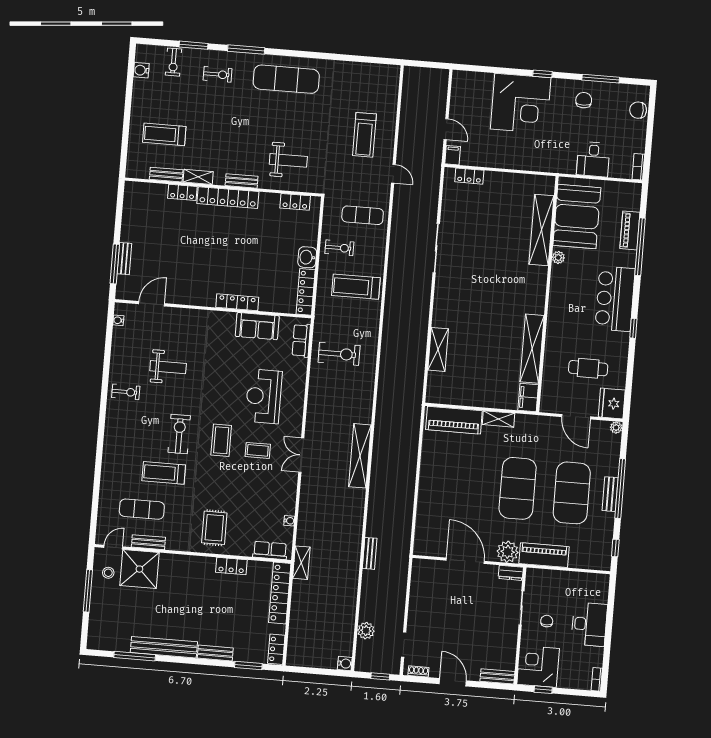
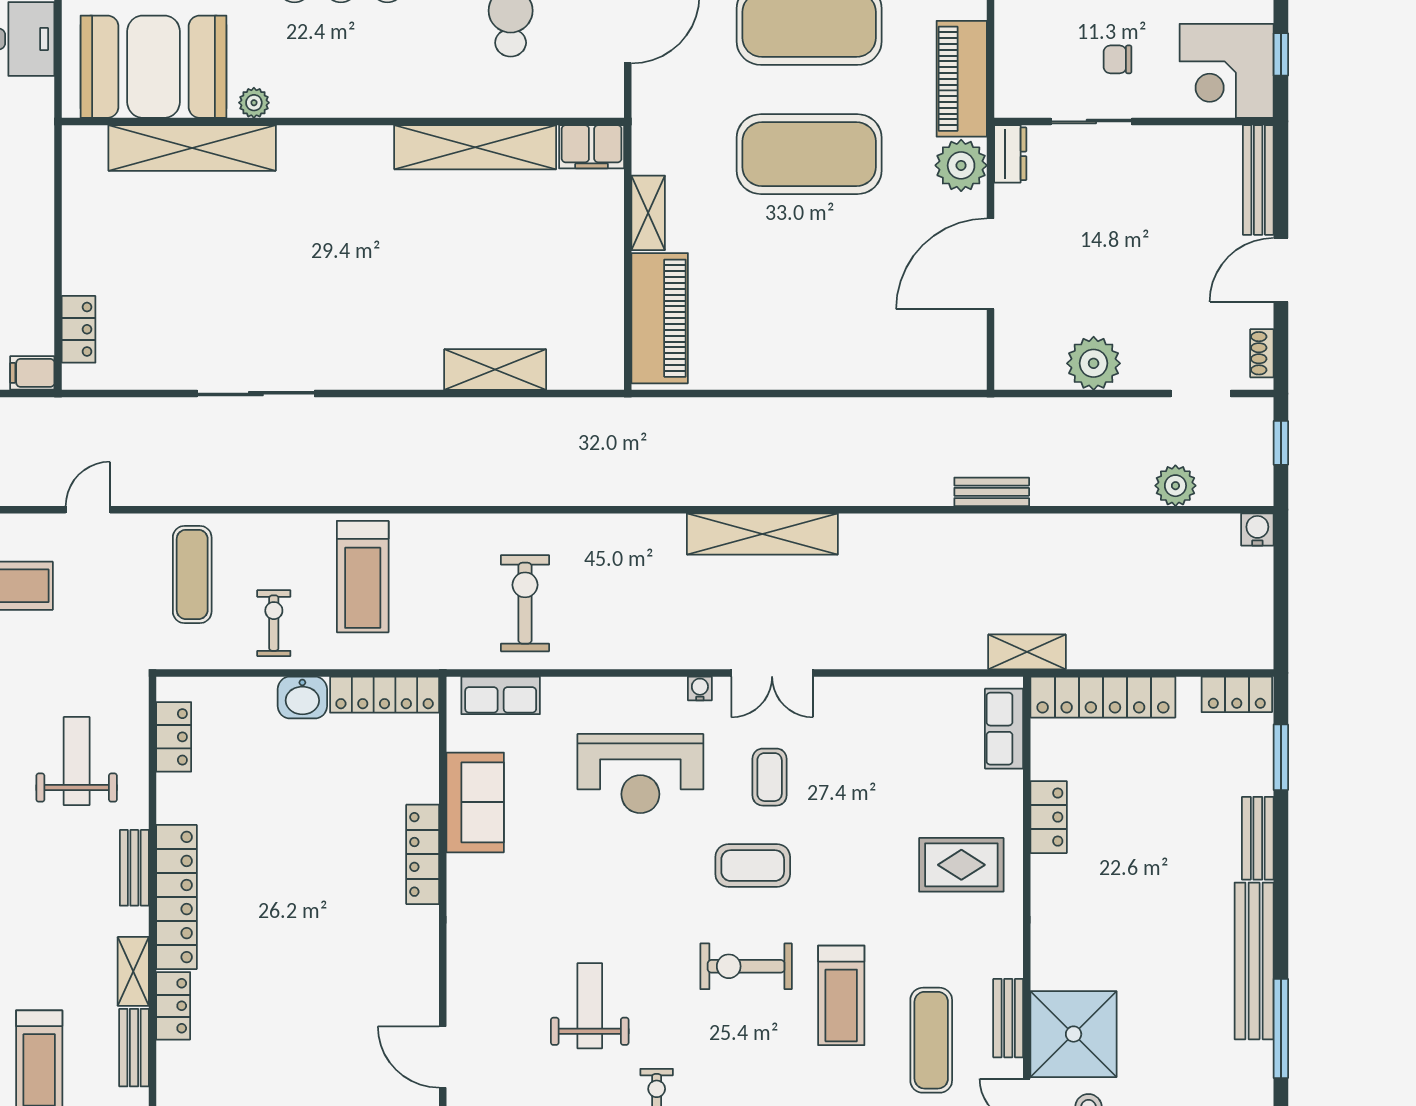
water cooler: (289, 521) -> (700, 689), moved
plant: (420, 601) -> (1094, 363), added
bench: (497, 676) -> (1258, 180), width x1.36

